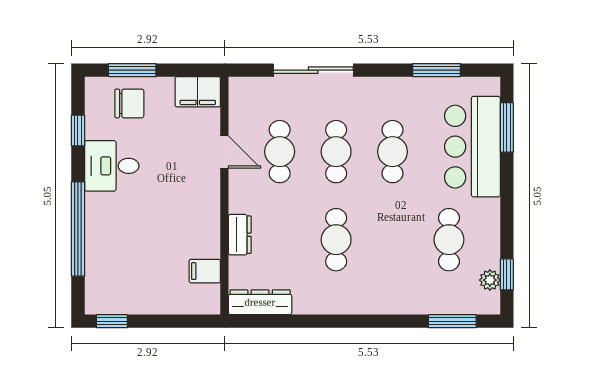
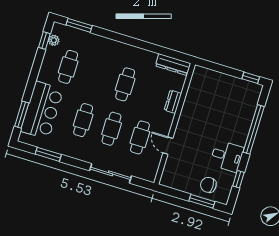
filing cabinet: (198, 92) -> (172, 180), removed
filing cabinet: (205, 271) -> (196, 89), removed

